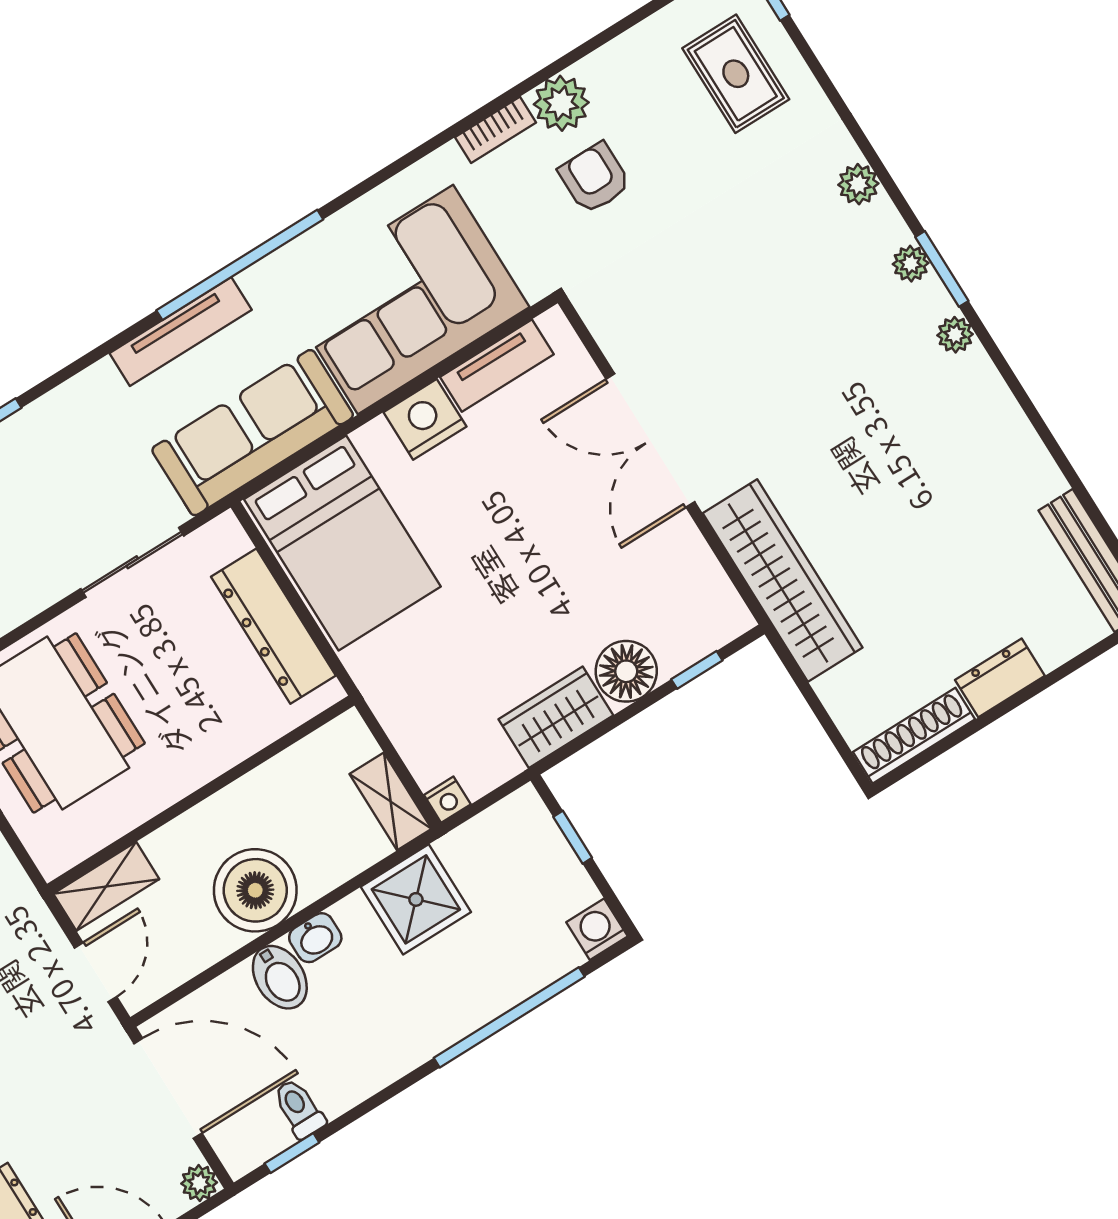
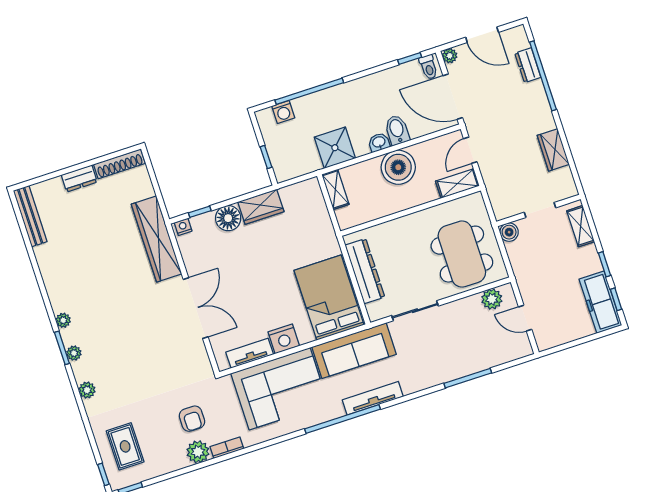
nightstand: (447, 800) -> (183, 227), moved
washing machine: (597, 929) -> (283, 112), moved
toilet: (299, 1109) -> (429, 67), moved

